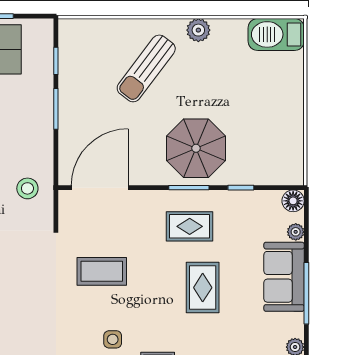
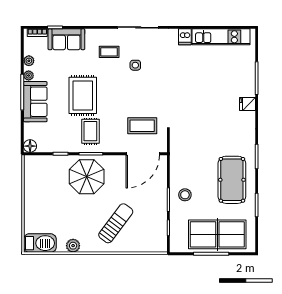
plant: (198, 30) -> (73, 246), moved
stool: (27, 188) -> (185, 195), moved
rug: (190, 226) -> (90, 131), turned 90
plant: (296, 232) -> (29, 75), moved
coffee table: (102, 271) -> (142, 126), moved
rug: (203, 288) -> (83, 95), width x1.36, depth x1.43

